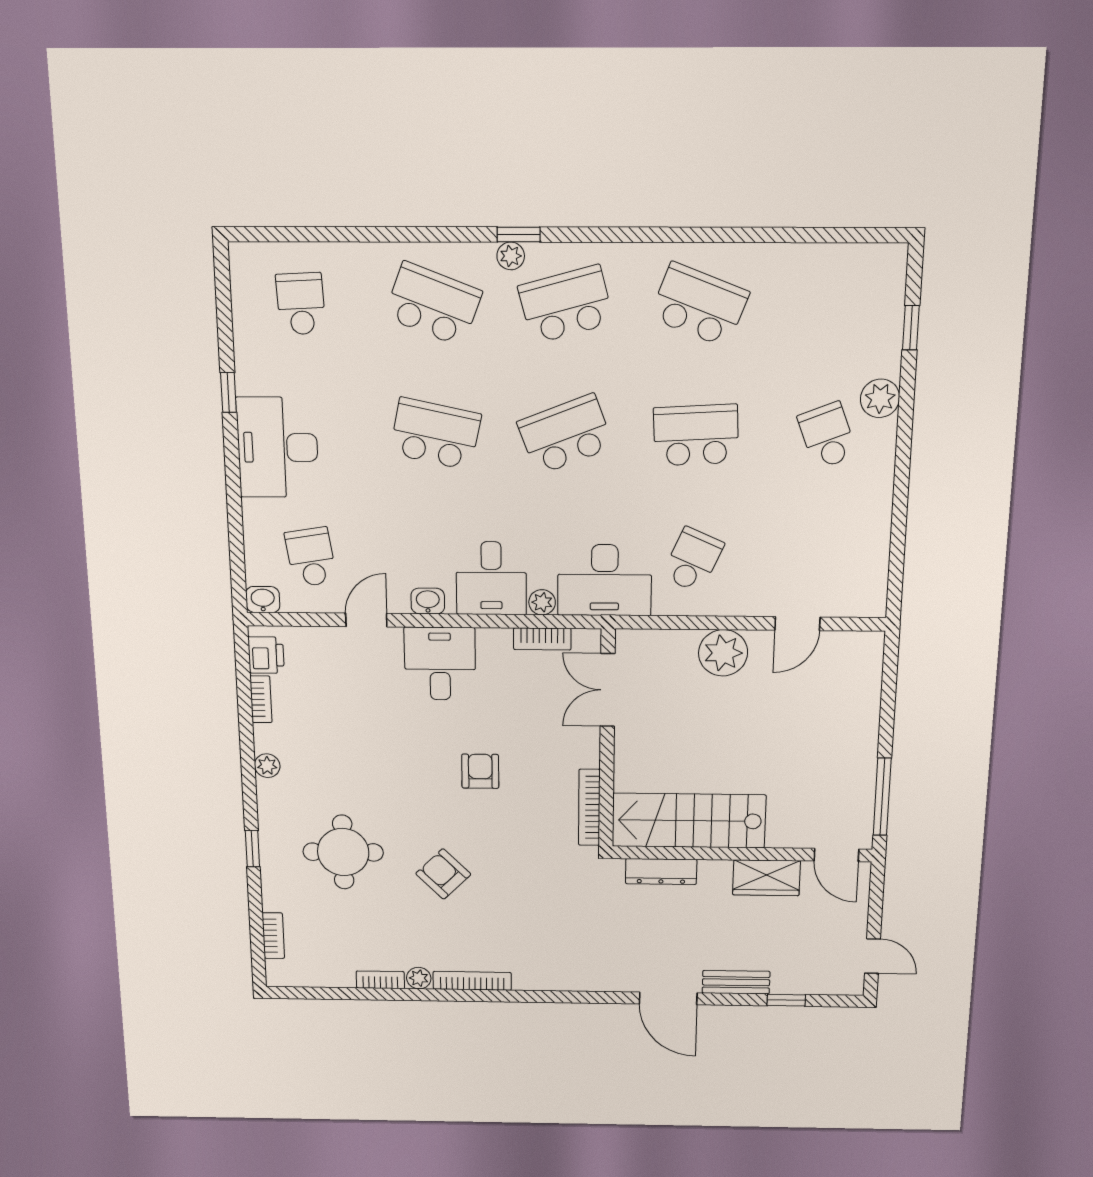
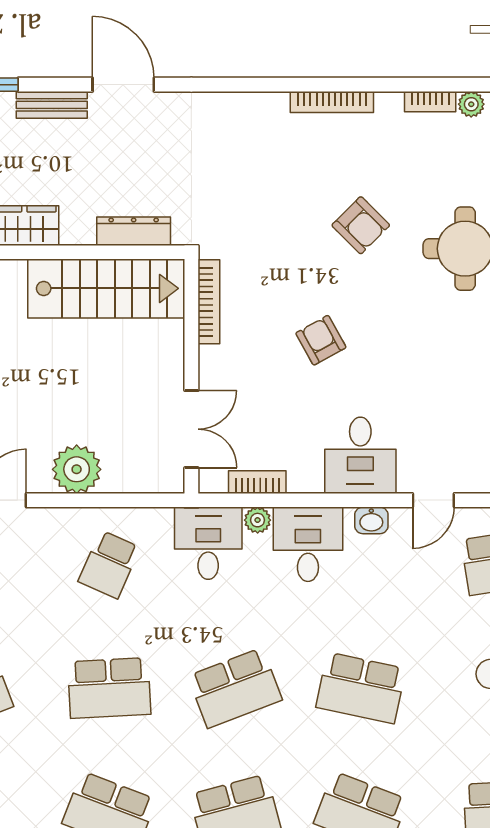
desk: (605, 580) -> (208, 543), width x0.73
armchair: (480, 771) -> (321, 340), turned 151
plant: (419, 978) -> (471, 104), moved

